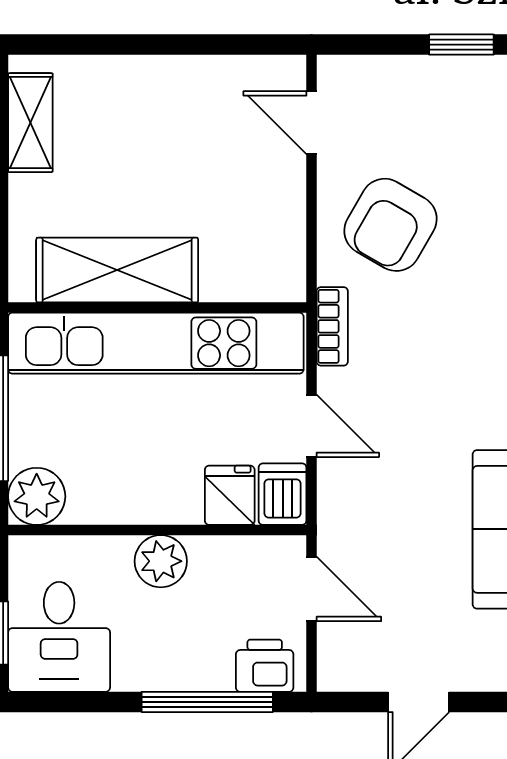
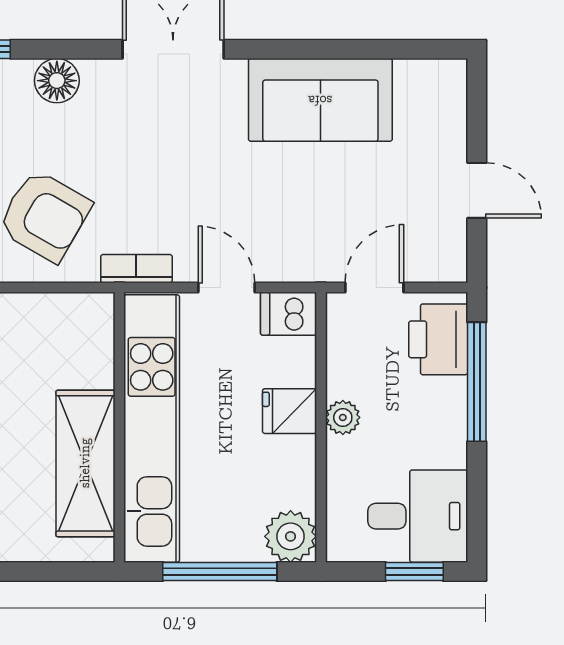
door: (311, 426) -> (227, 287), hinge flipped
fridge: (230, 495) -> (290, 411), moved
plant: (161, 561) -> (343, 417), width x0.73, depth x0.73
printer: (265, 666) -> (438, 339), width x1.36, depth x1.24

